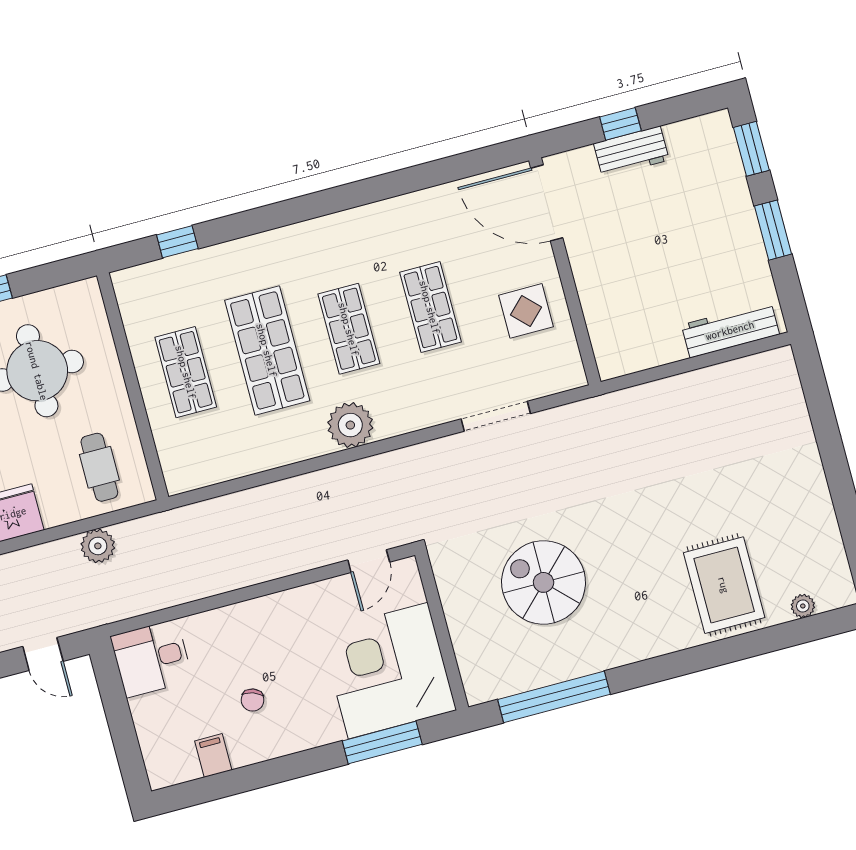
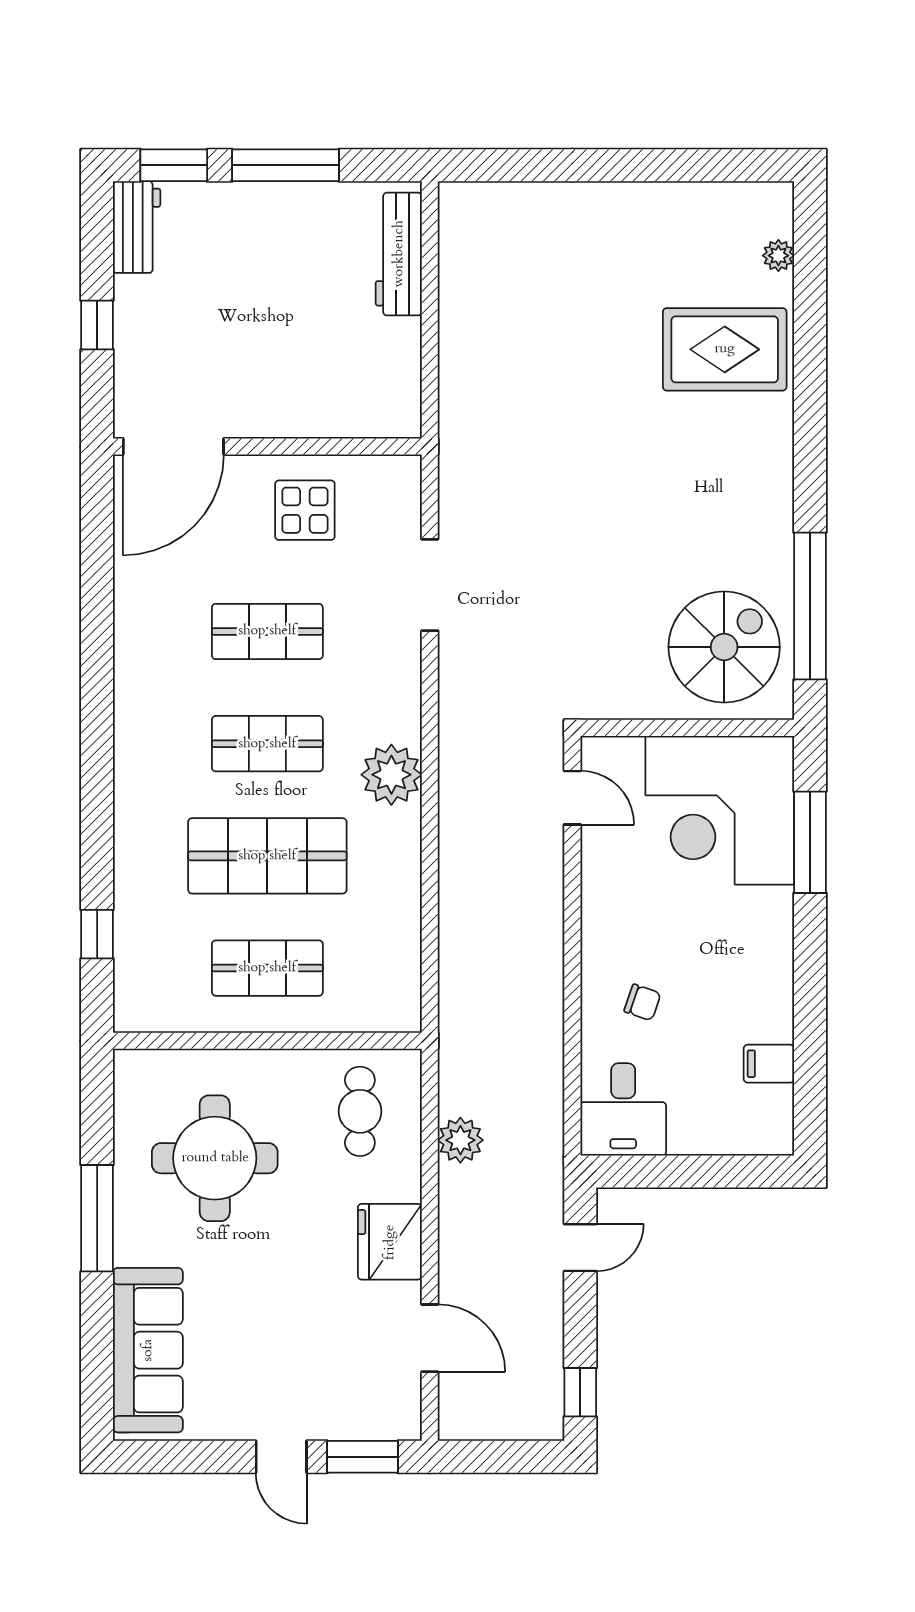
workbench: (631, 152) -> (137, 227), moved
window: (773, 230) -> (285, 165), width x1.44
cafe table: (99, 467) -> (360, 1111), turned 90
spiral stairs: (544, 582) -> (724, 647), moved, turned 180
chair: (253, 700) -> (642, 1002), moved

